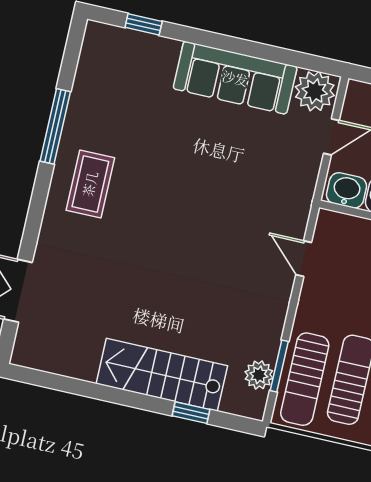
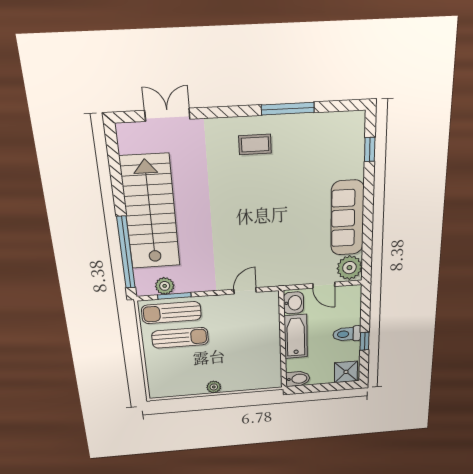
coffee table: (90, 184) -> (255, 144), width x0.73, depth x0.77
stairs: (162, 375) -> (150, 212), width x1.36, depth x1.51
window: (191, 413) -> (126, 253), width x3.17

